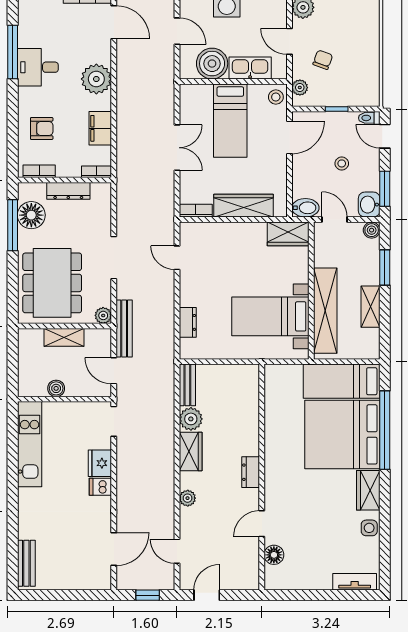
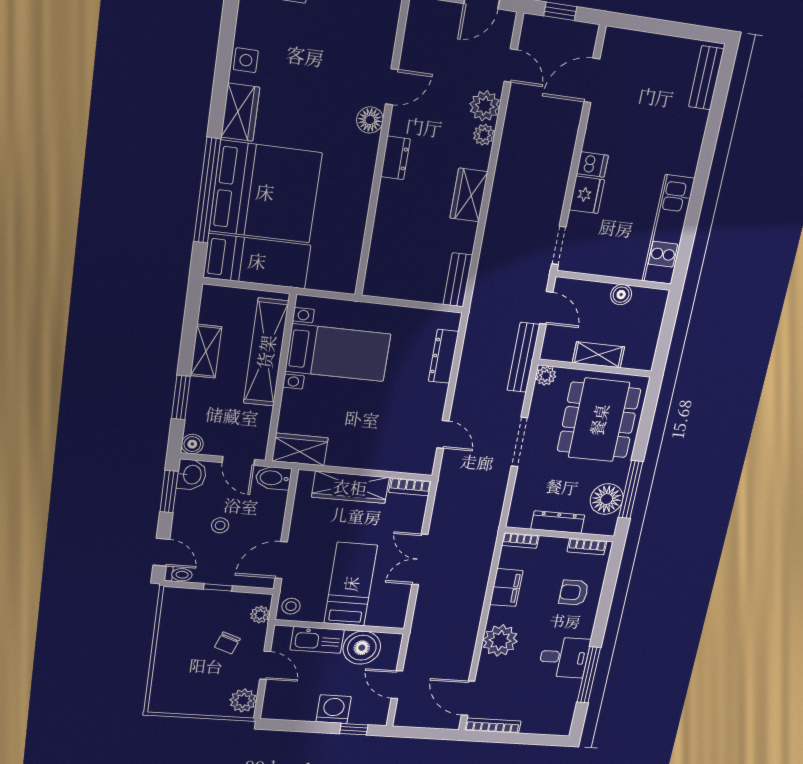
dresser: (188, 322) -> (443, 356), width x1.44
plant: (191, 419) -> (485, 106), moved
floor lamp: (274, 555) -> (370, 120), moved

